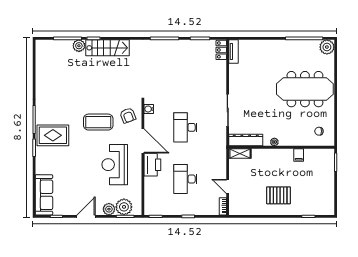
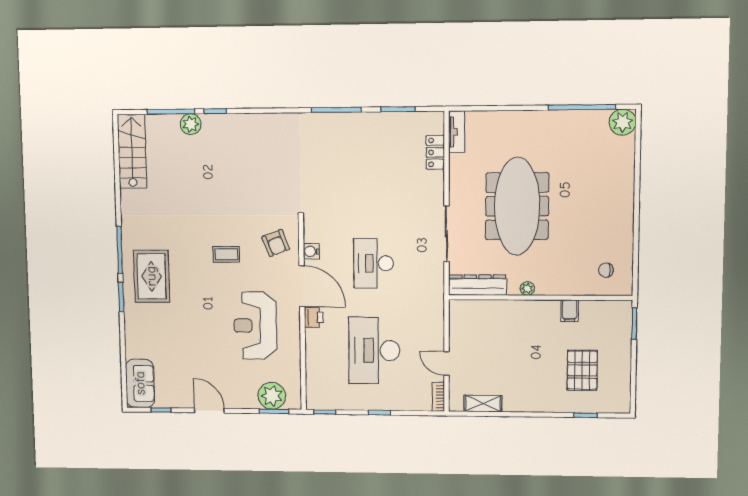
stairs: (107, 48) -> (132, 151), moved, turned -90
locker: (221, 50) -> (435, 152), moved
meeting table: (305, 89) -> (517, 206), moved, turned 90
water cooler: (149, 109) -> (311, 251), moved
coffee table: (98, 122) -> (226, 254), width x0.54, depth x0.58
rug: (53, 135) -> (151, 276), turned 90
shelving: (240, 153) -> (483, 404), moved
printer: (152, 165) -> (314, 317), width x0.53, depth x0.68
desk: (185, 179) -> (374, 350), width x1.36, depth x1.30
sofa: (44, 195) -> (140, 383), width x0.73
pallet: (278, 195) -> (582, 370), moved, turned 90
plant: (109, 209) -> (247, 399), removed
door: (86, 216) -> (209, 411), hinge flipped

